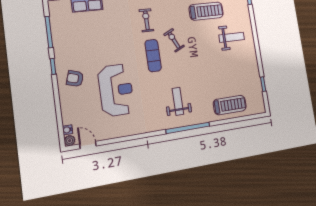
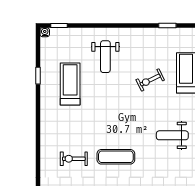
weight bench: (232, 37) -> (105, 57), turned 180
exercise bike: (174, 40) -> (150, 80), moved

